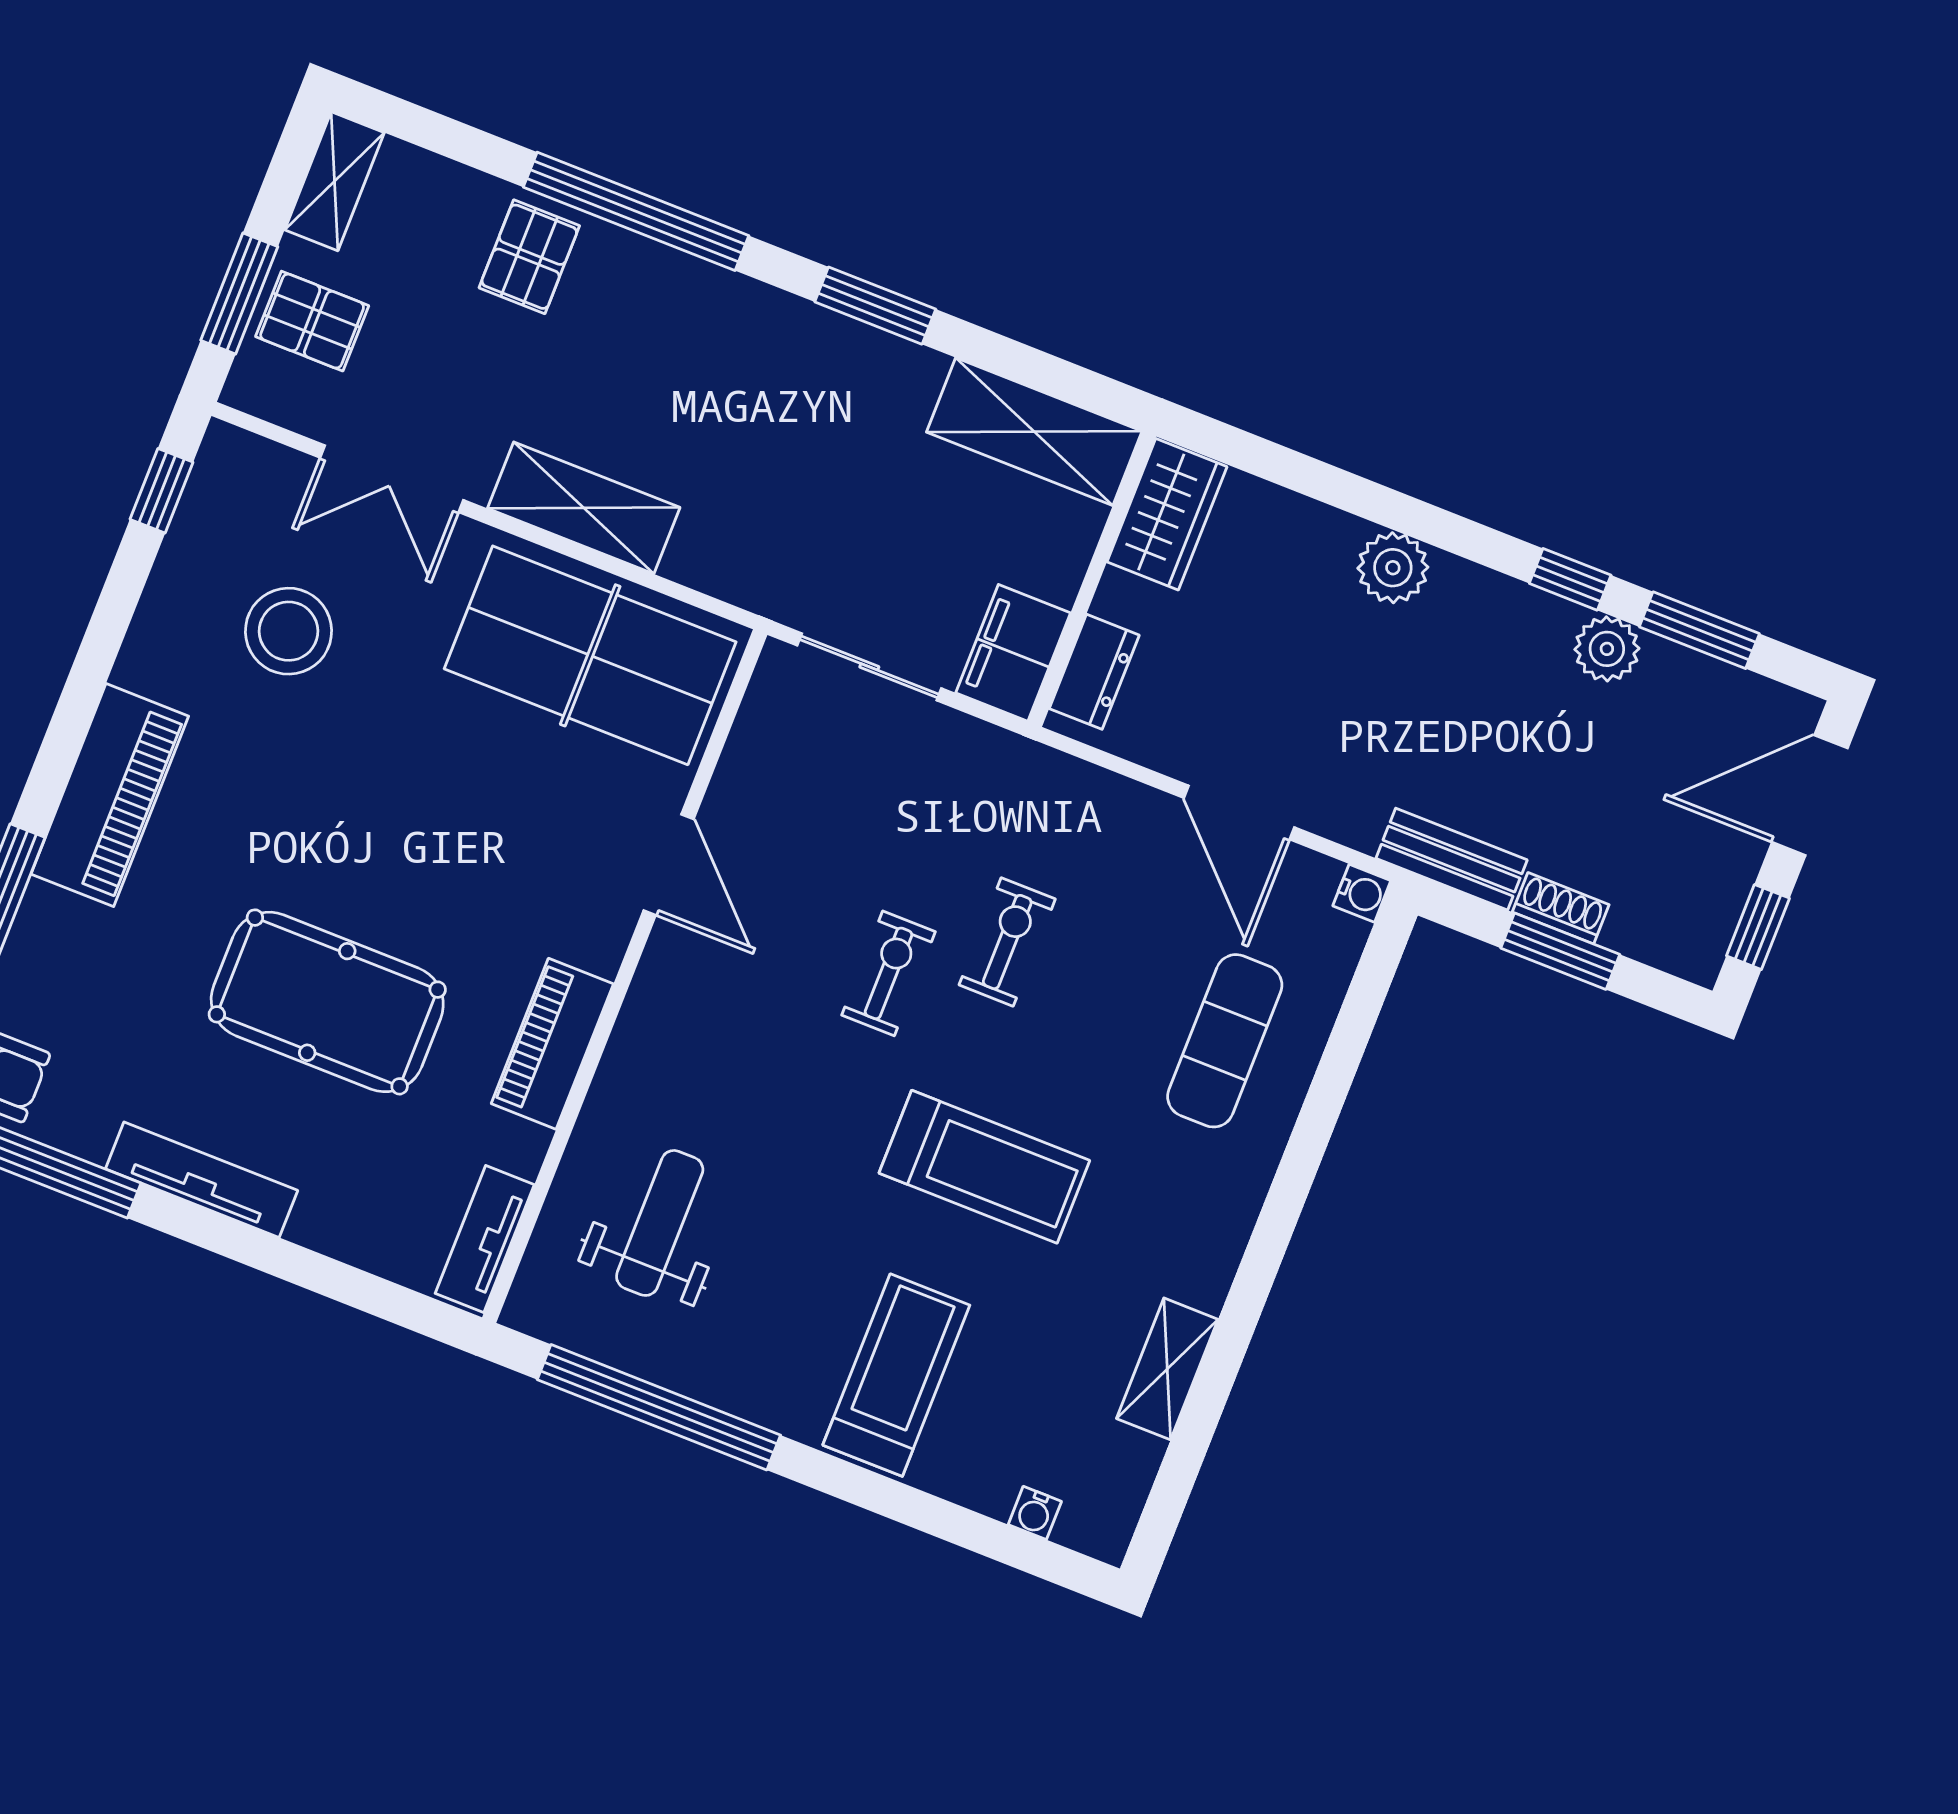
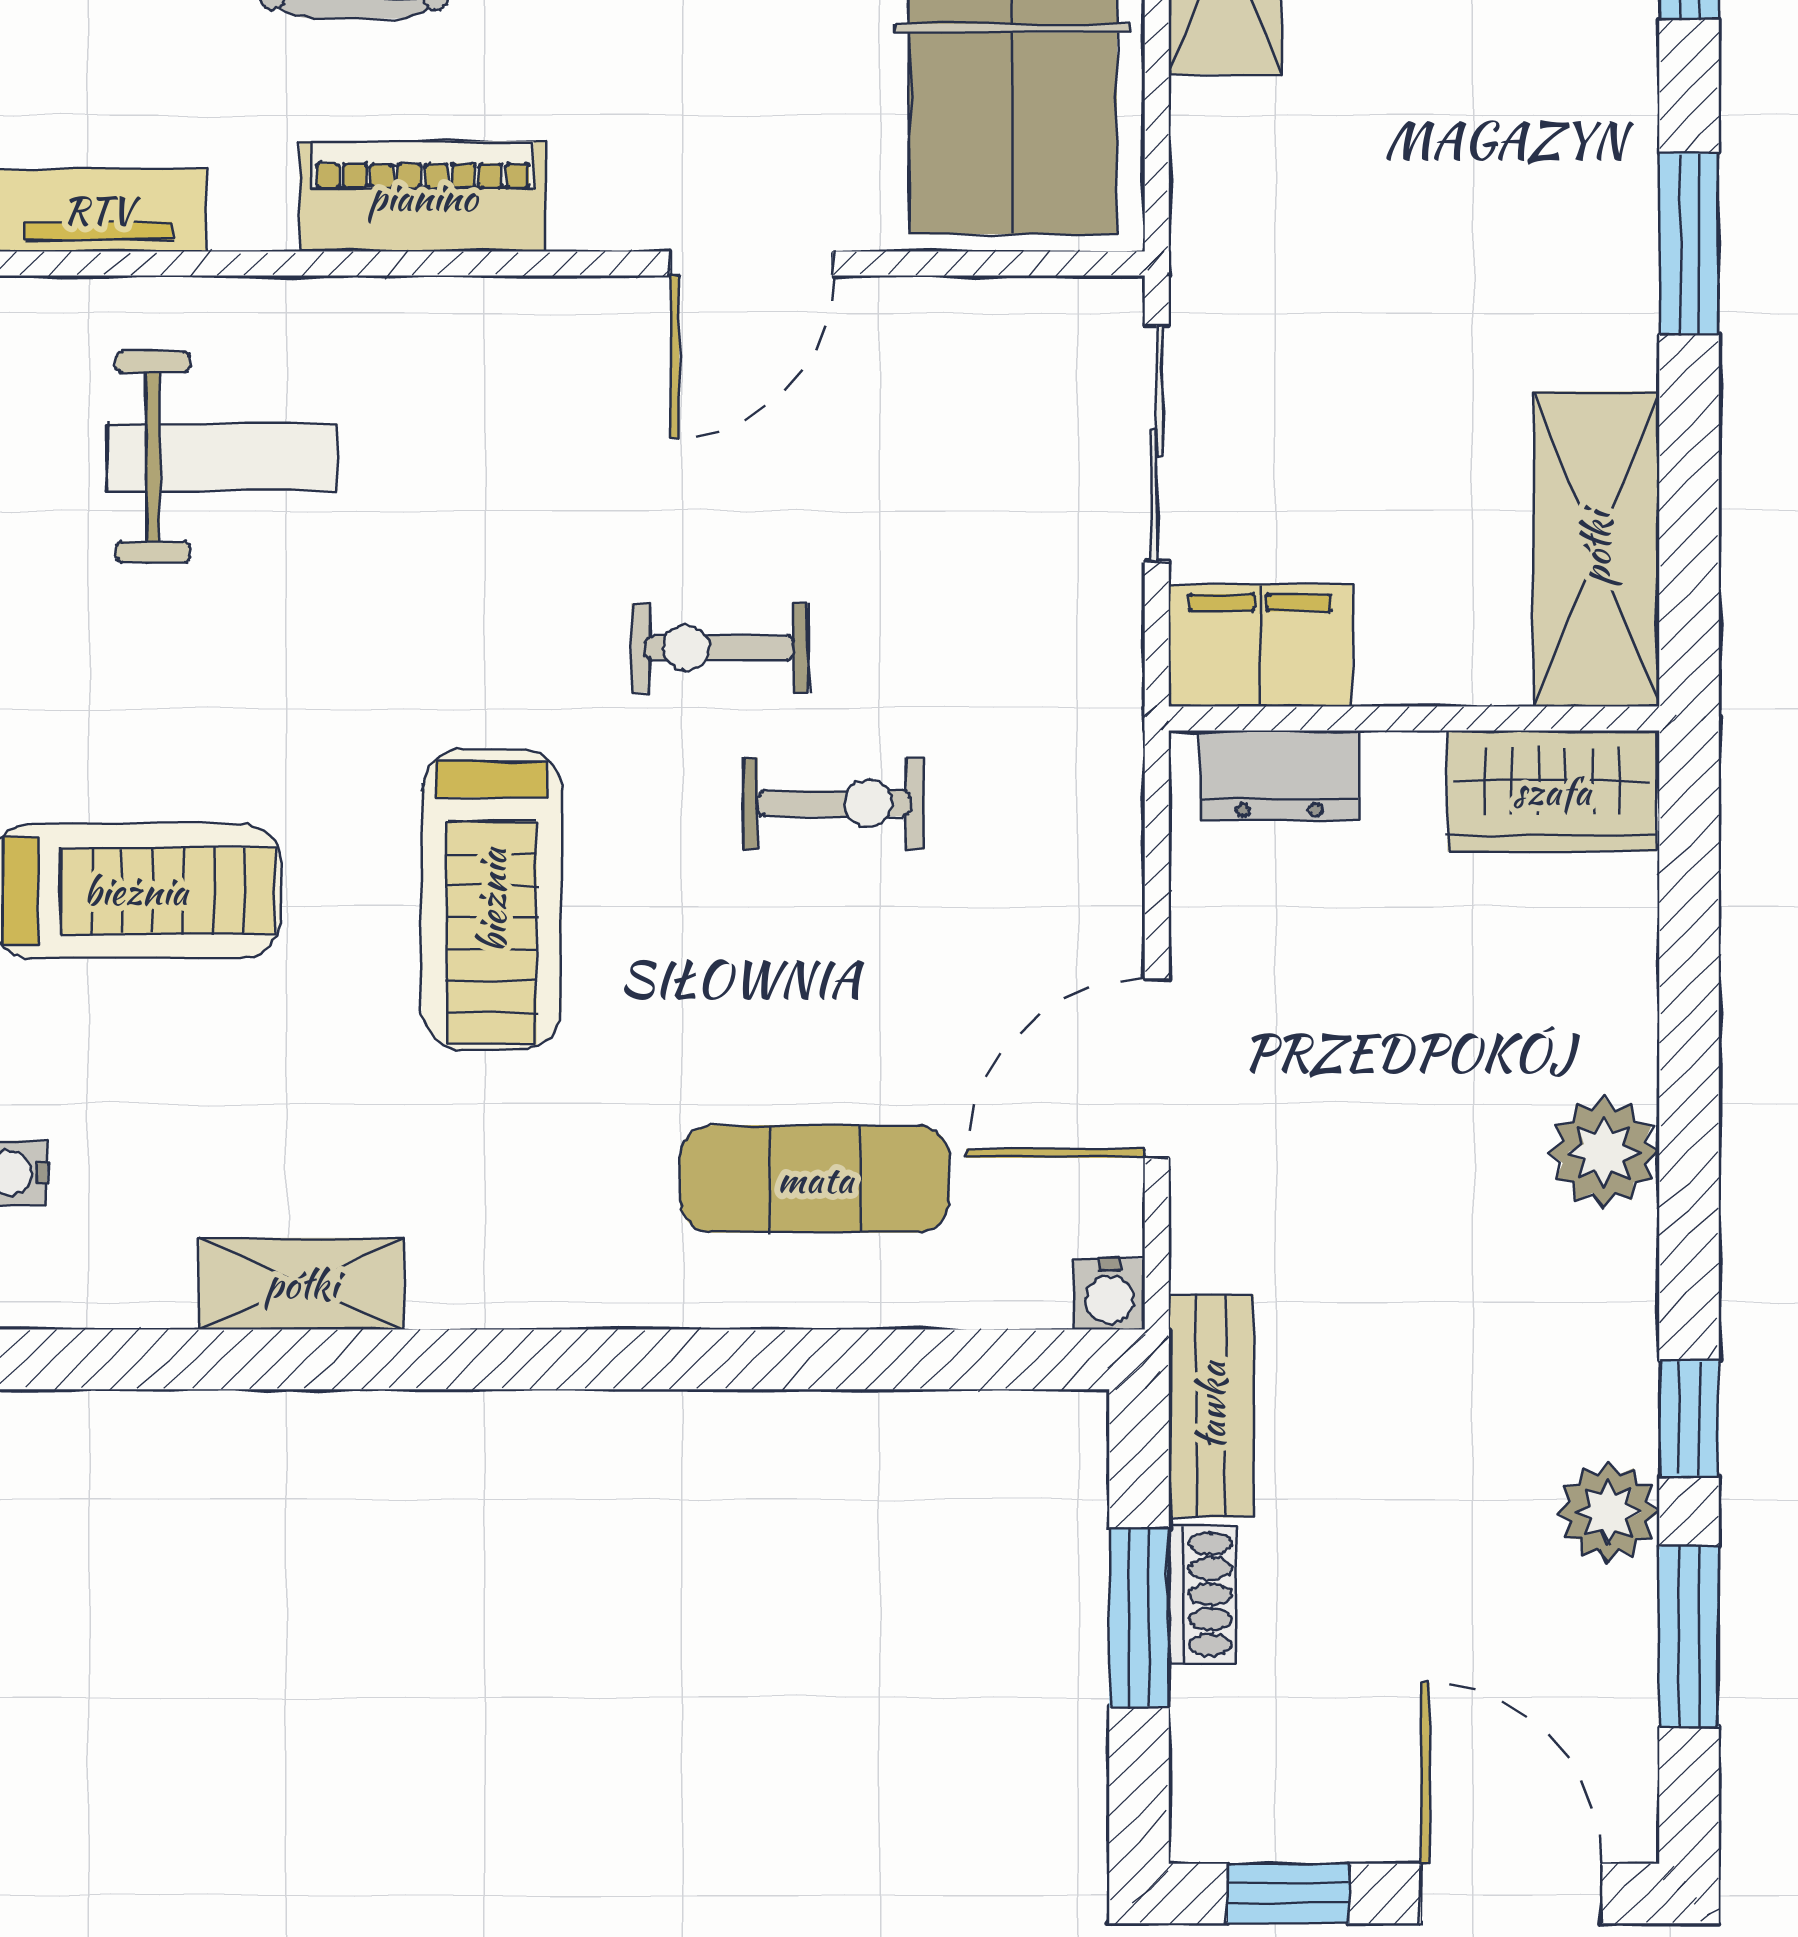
exercise bike: (888, 973) -> (719, 648), turned 180

